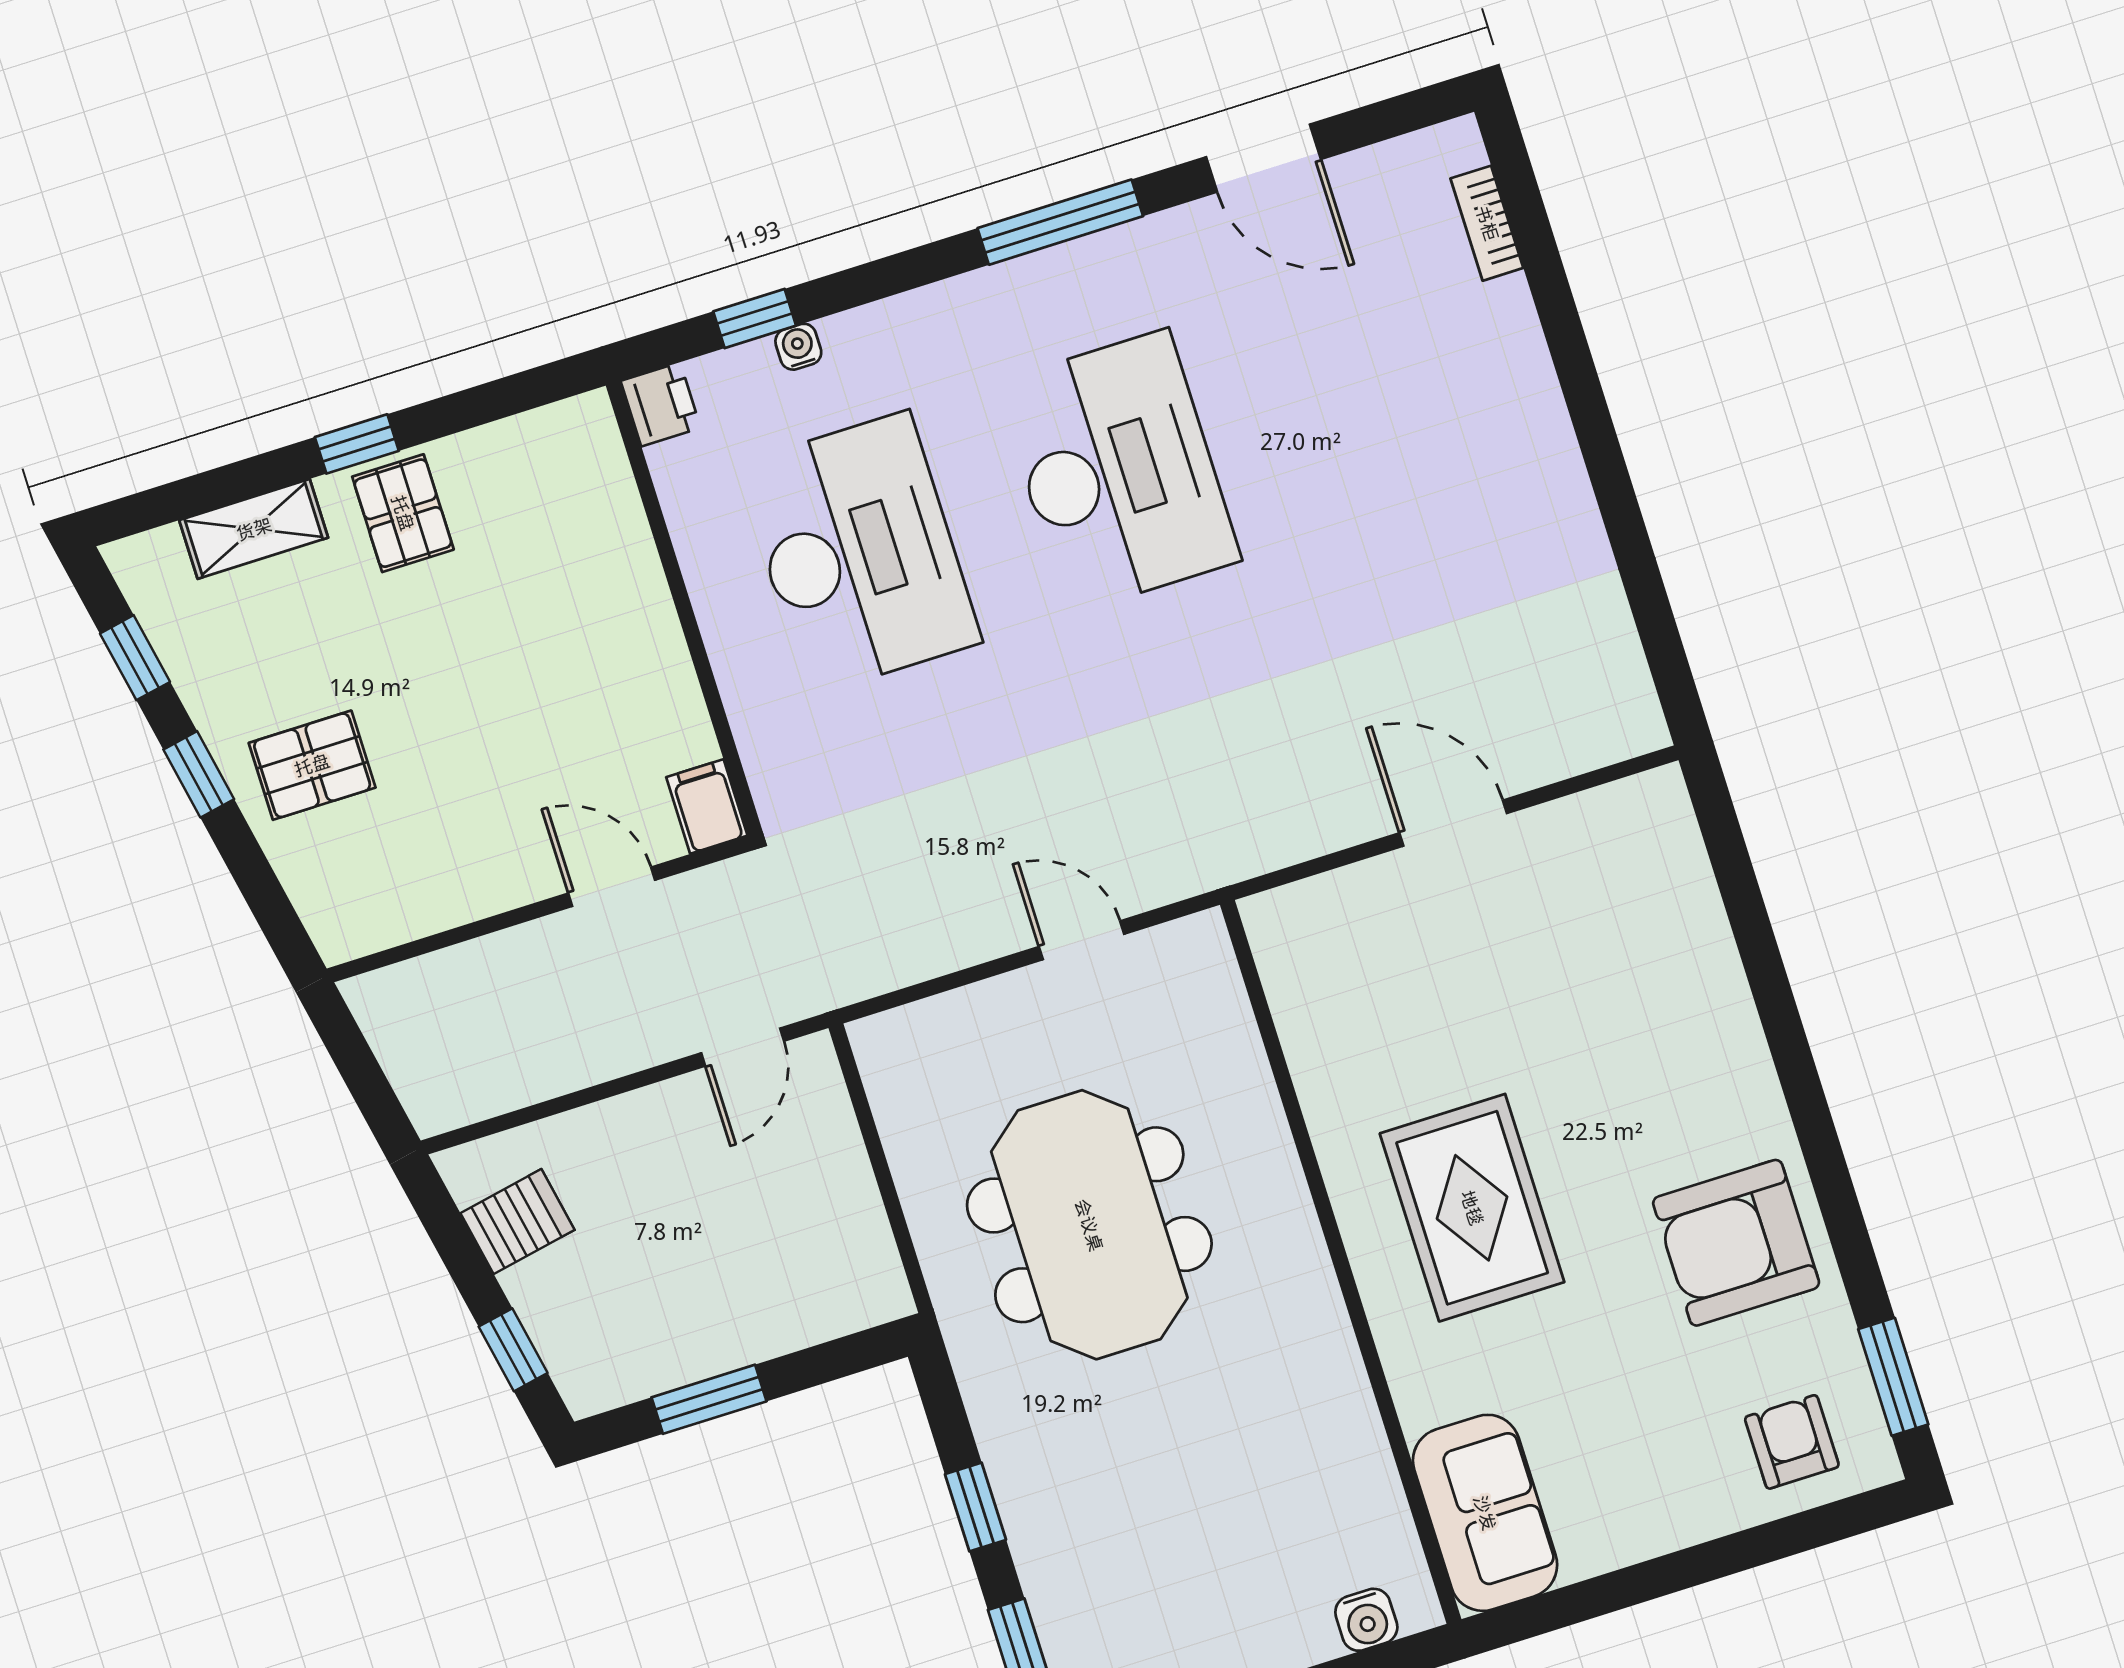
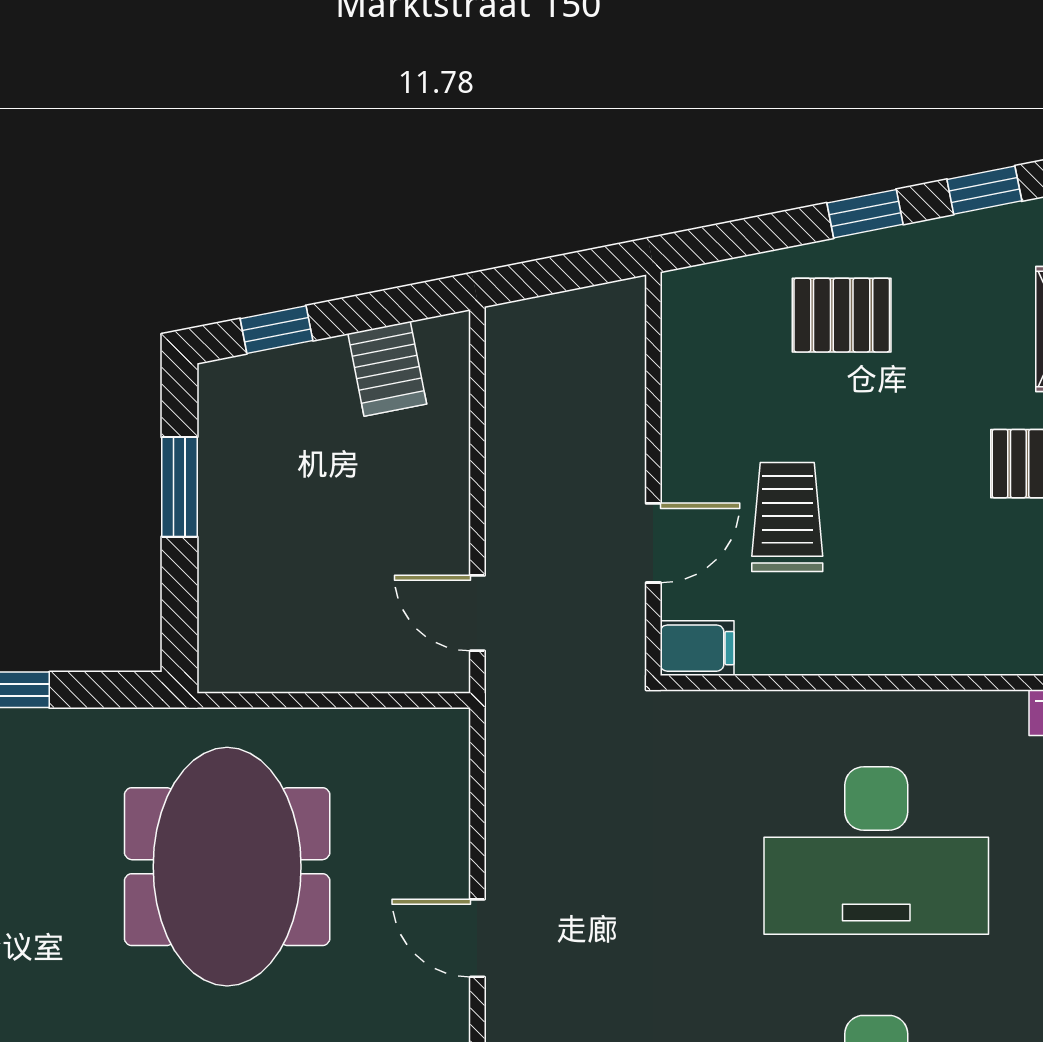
trolley: (541, 756) -> (787, 517), added
pallet: (312, 765) -> (842, 315), turned 90
door: (1081, 940) -> (477, 938), swing flipped
meeting table: (1089, 1225) -> (227, 867), turned 90

